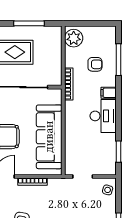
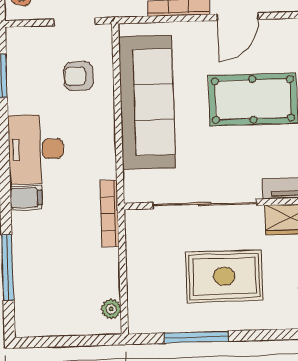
plant: (74, 38) -> (111, 309), width x0.53, depth x0.53
armchair: (95, 64) -> (79, 76), moved

